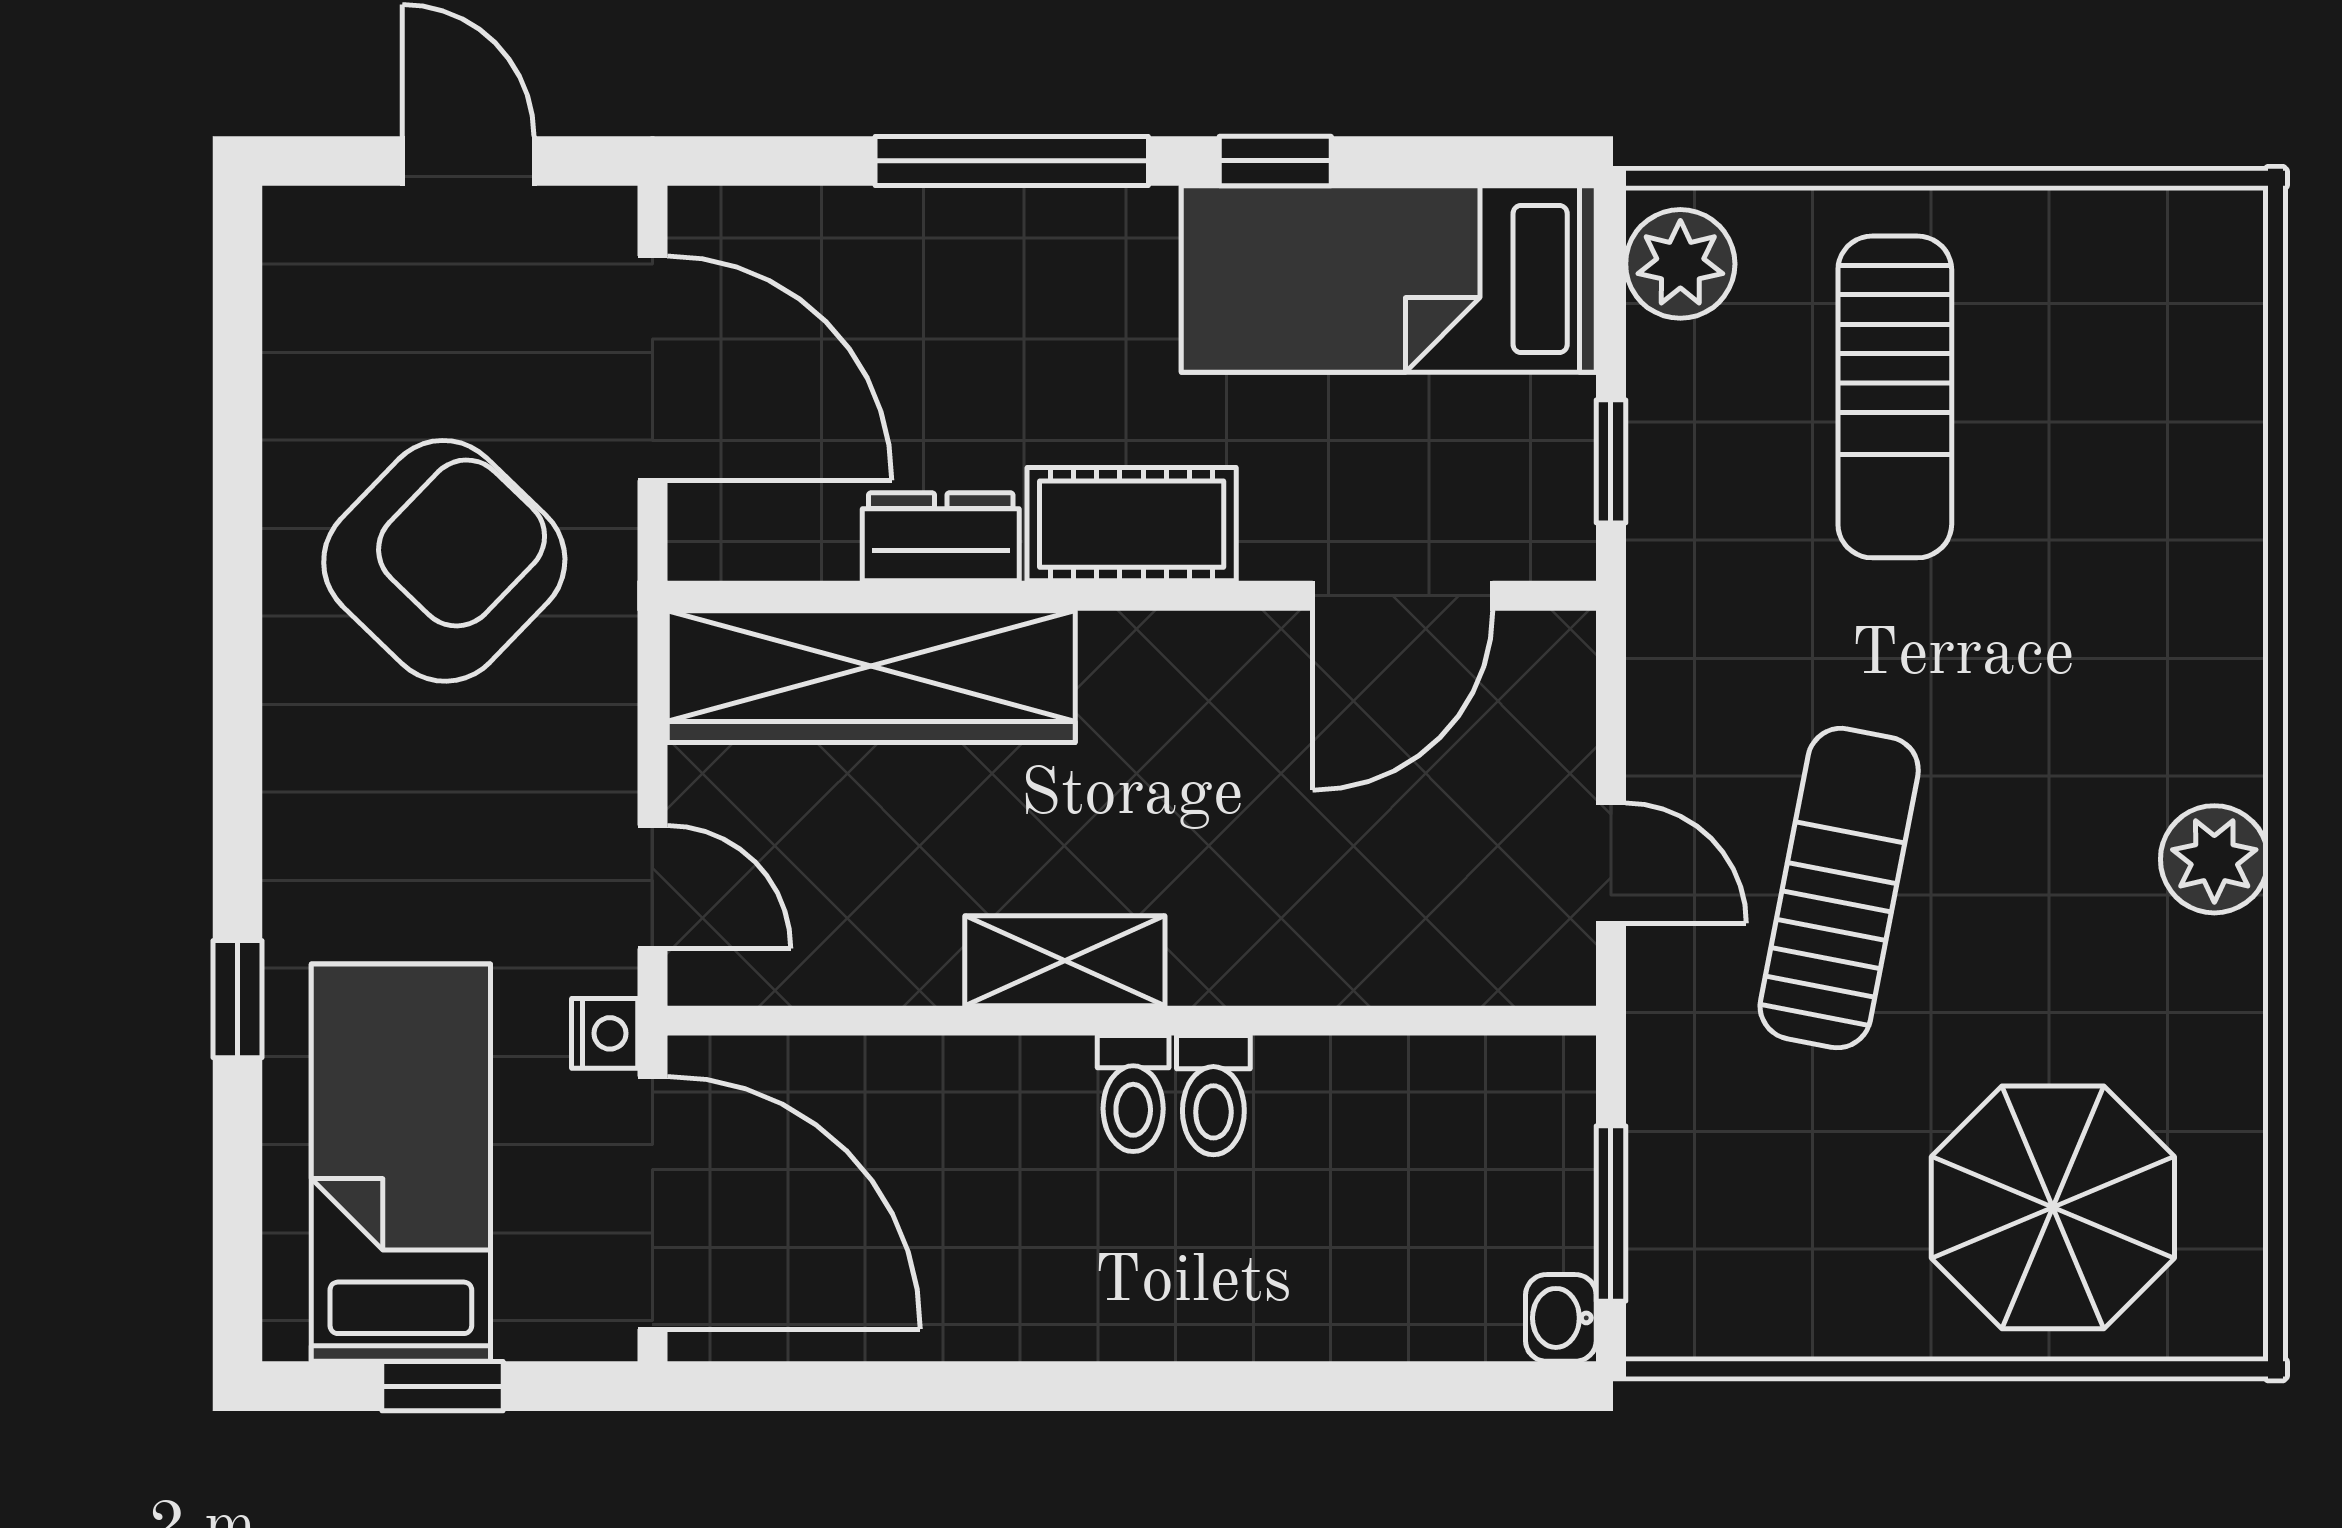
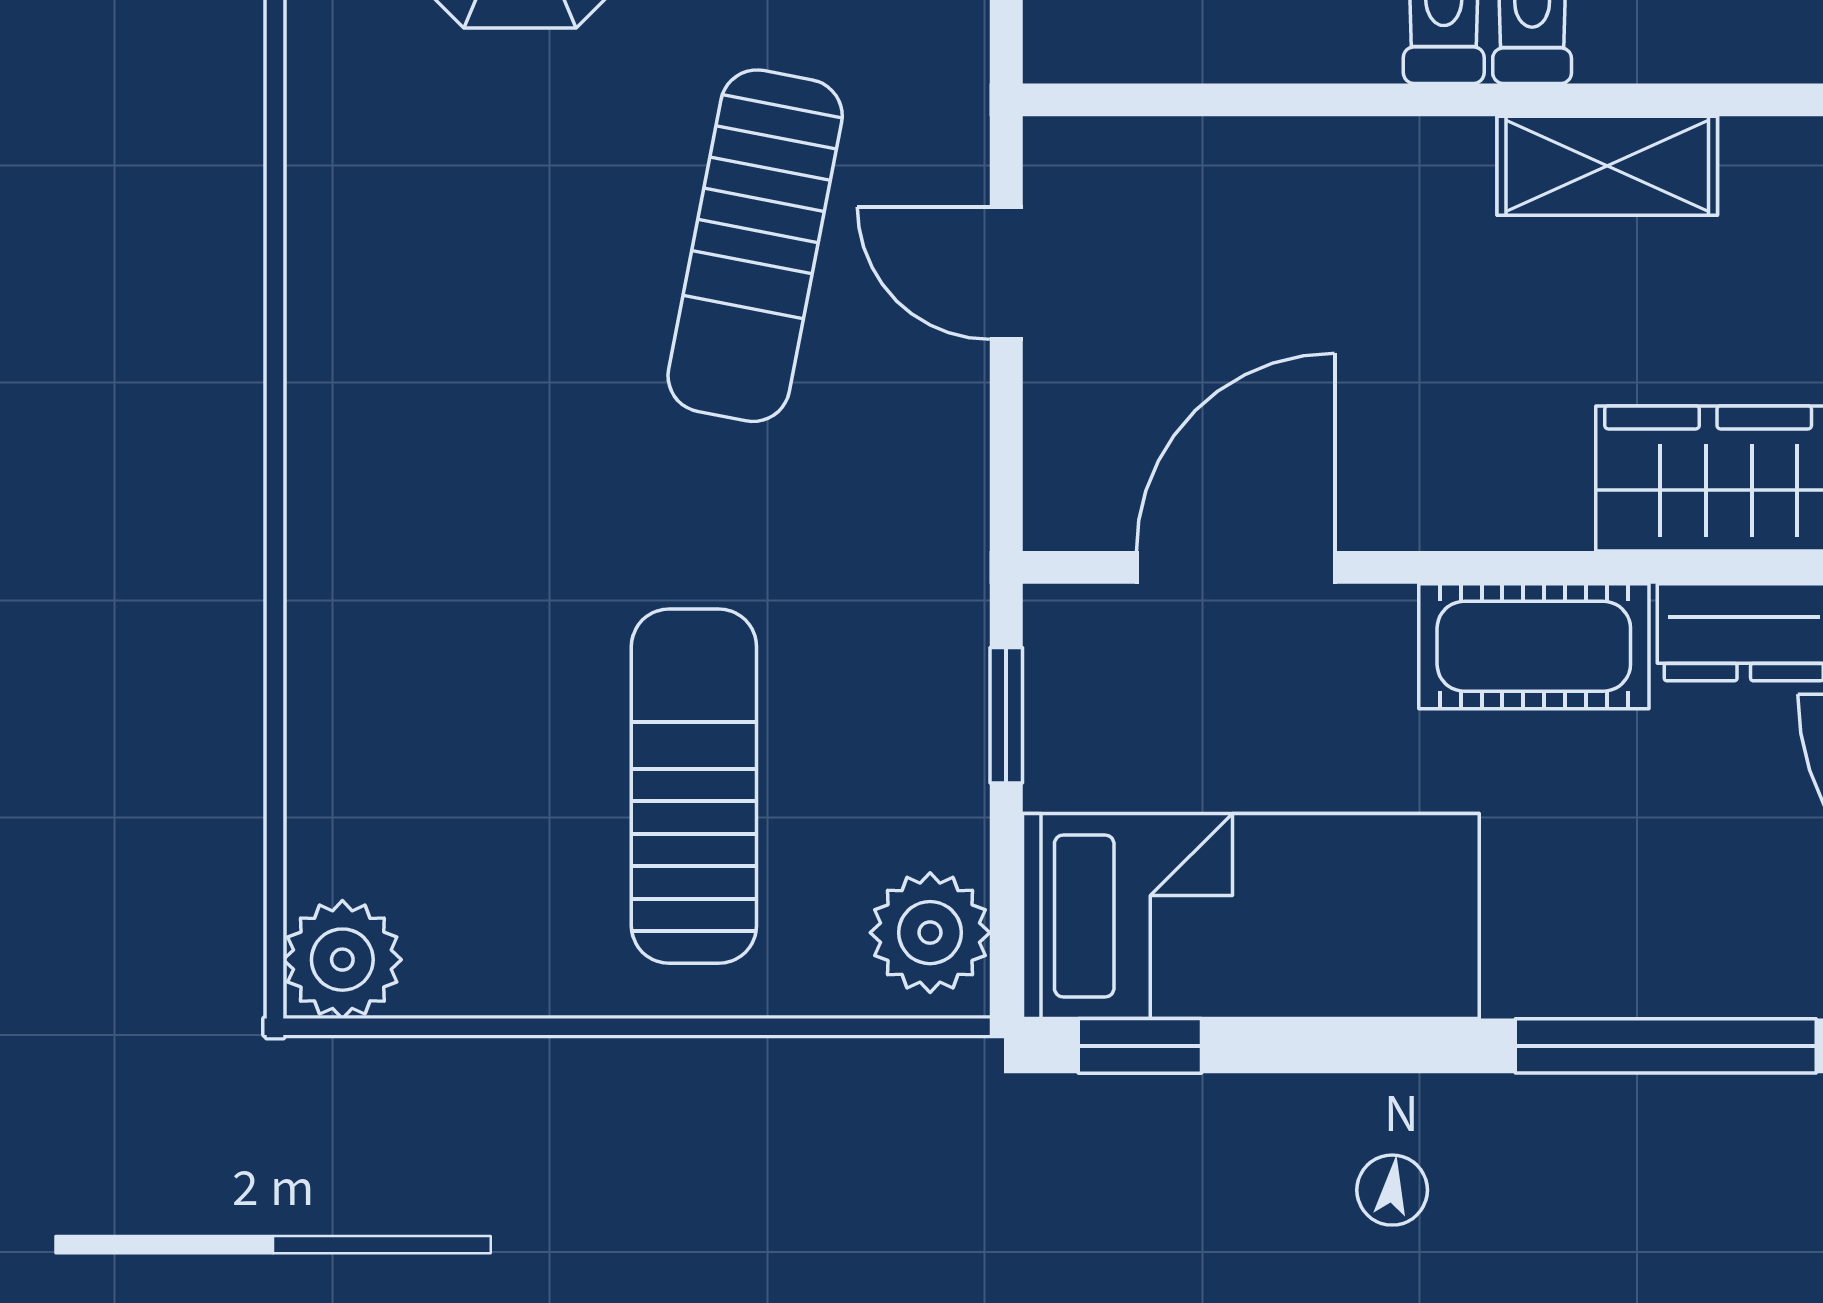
window: (1275, 161) -> (1140, 1046), moved
plant: (2214, 859) -> (342, 960), moved

